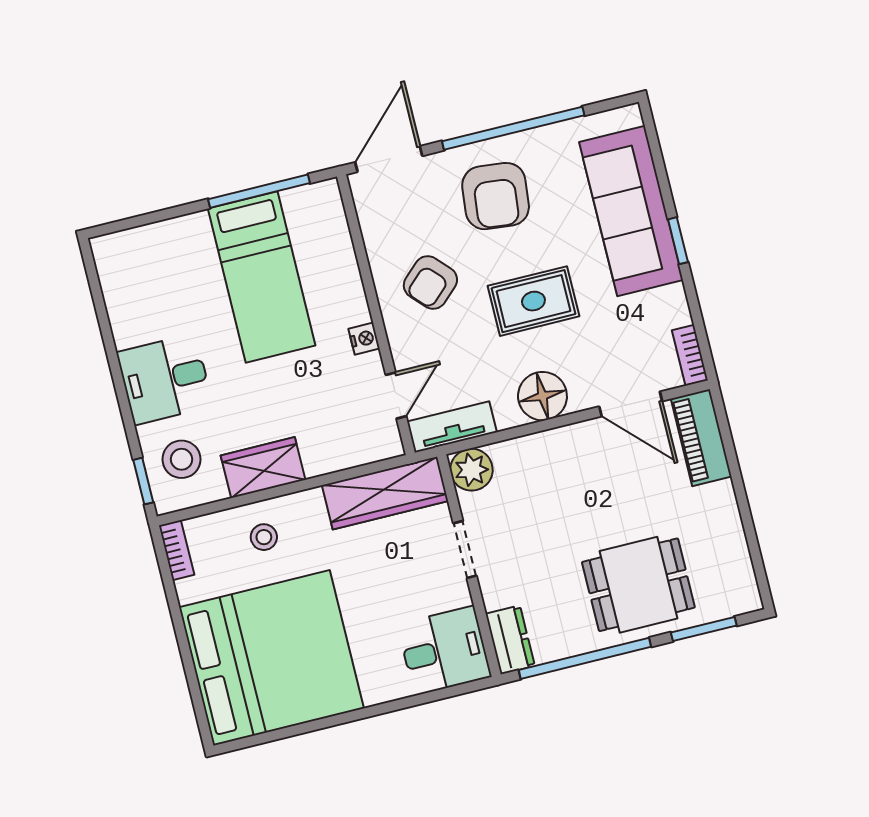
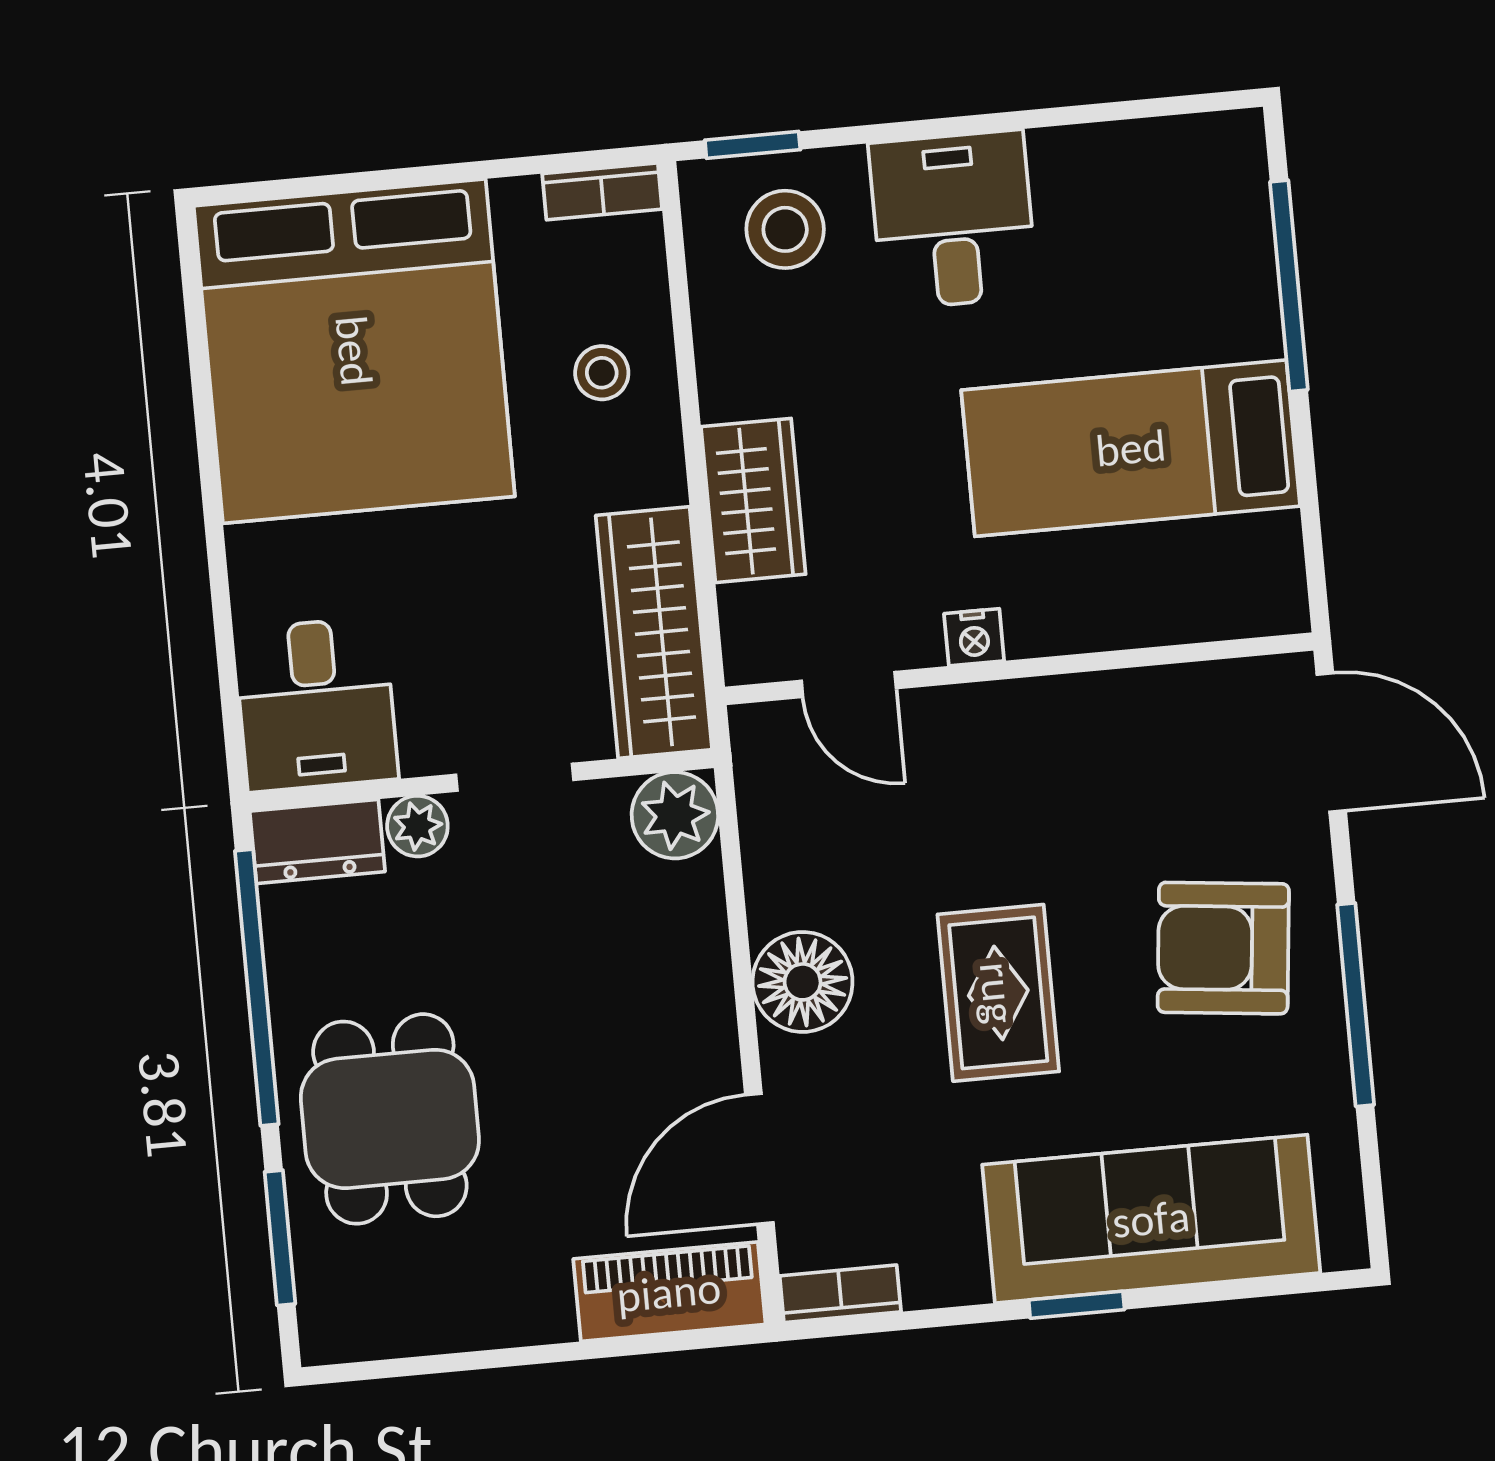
window: (513, 128) -> (1356, 1005), width x0.68
window: (259, 191) -> (1289, 286), moved
armchair: (430, 282) -> (1068, 789), removed
tv unit: (452, 427) -> (768, 789), removed
wardrobe: (263, 468) -> (753, 500), moved
plant: (495, 593) -> (417, 826), added

